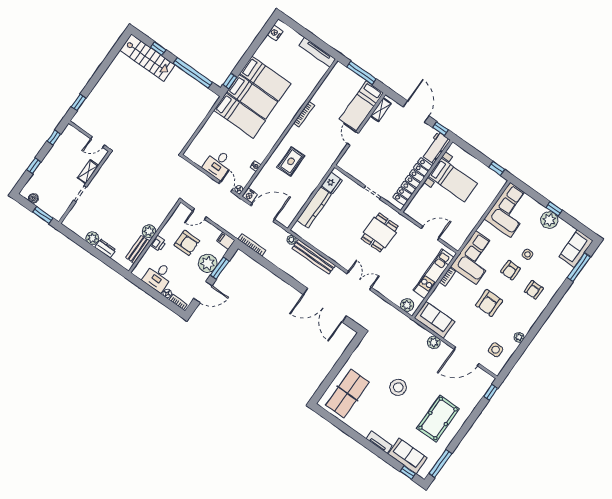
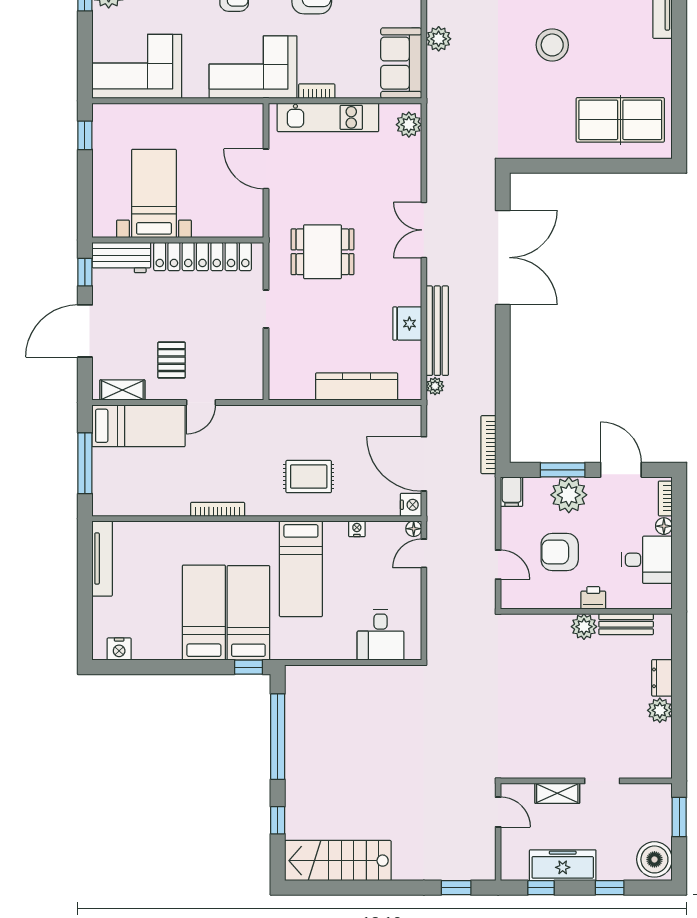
stairs: (147, 58) -> (338, 861), moved, turned -90
bed: (239, 115) -> (301, 569), moved, turned 180
pallet: (379, 139) -> (172, 360), added
freezer: (57, 153) -> (563, 865), added
desk: (218, 164) -> (380, 635), moved, turned 90
fridge: (332, 183) -> (407, 324), moved, turned -90
boiler: (33, 198) -> (654, 859), width x1.86, depth x1.86
armchair: (187, 243) -> (560, 552), turned -90

